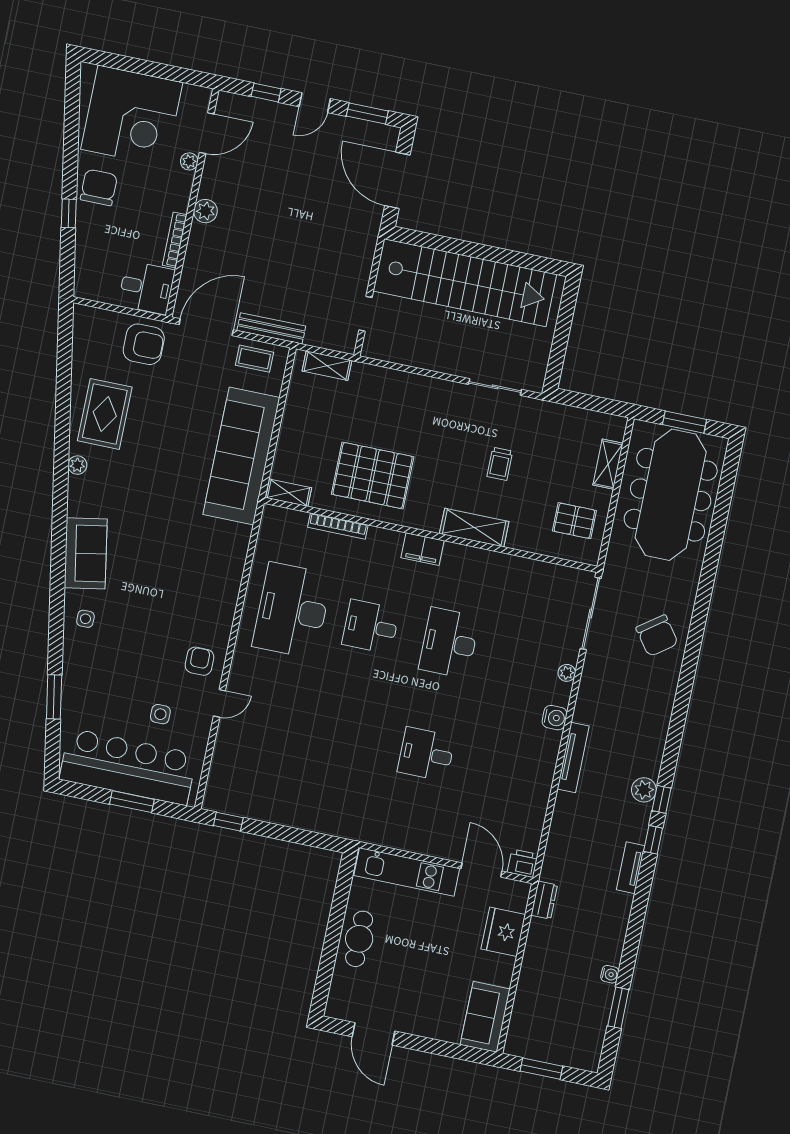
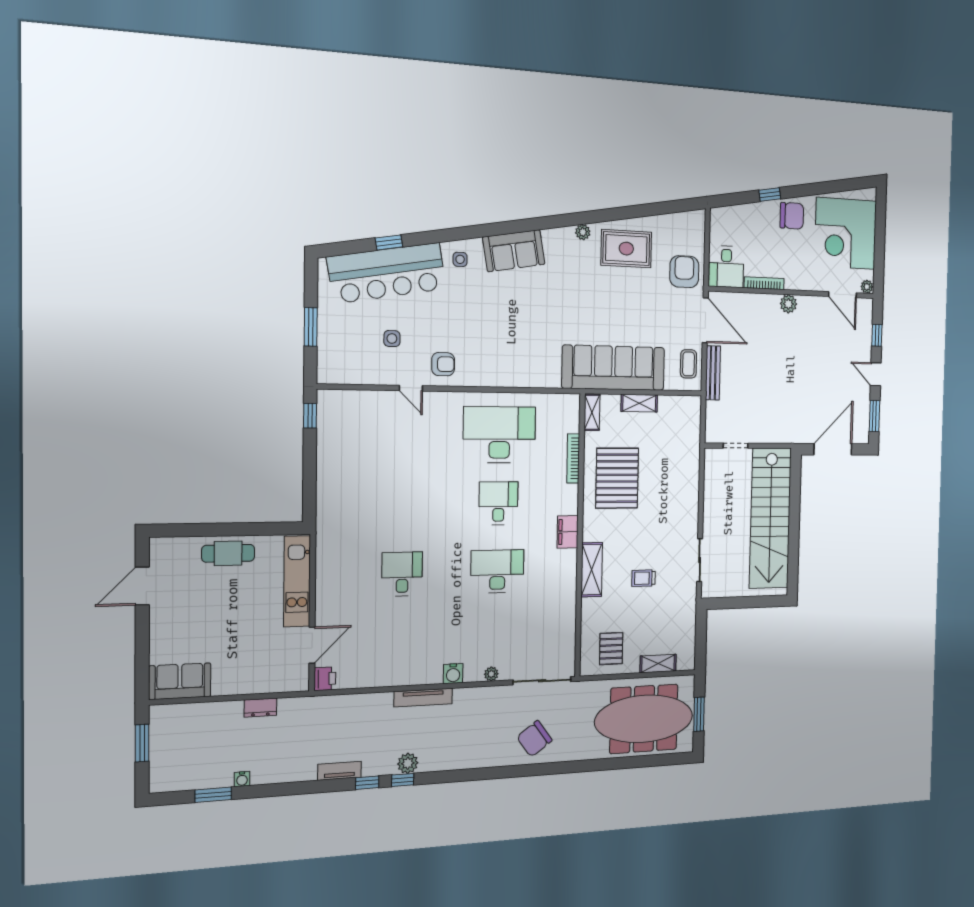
plant: (189, 161) -> (867, 287), moved
armchair: (144, 344) -> (684, 272), turned 180
shelving: (327, 366) -> (639, 403), moved, turned 90
window: (54, 697) -> (389, 242), width x0.67
bar counter: (128, 767) -> (387, 273), moved, turned 80
dresser: (544, 900) -> (260, 708), moved
fridge: (503, 932) -> (261, 678), removed

